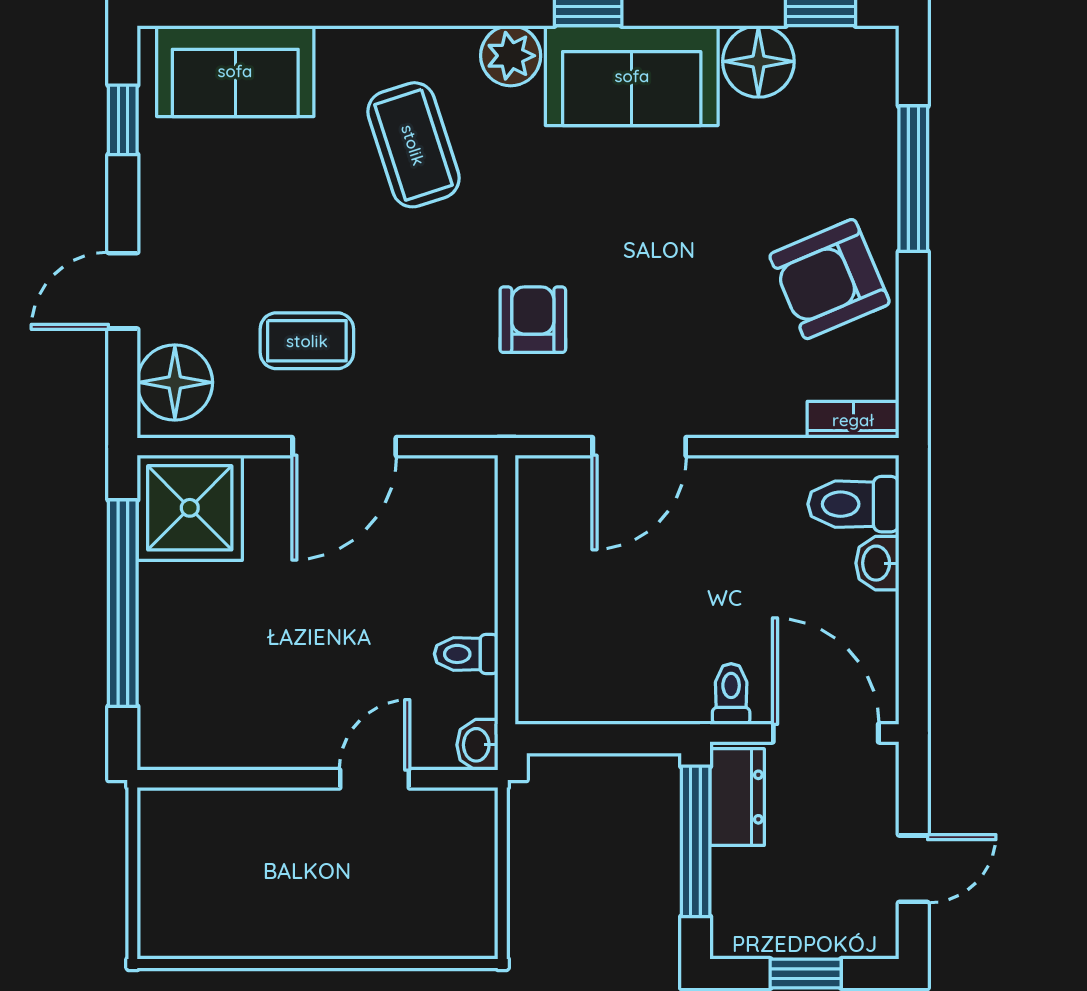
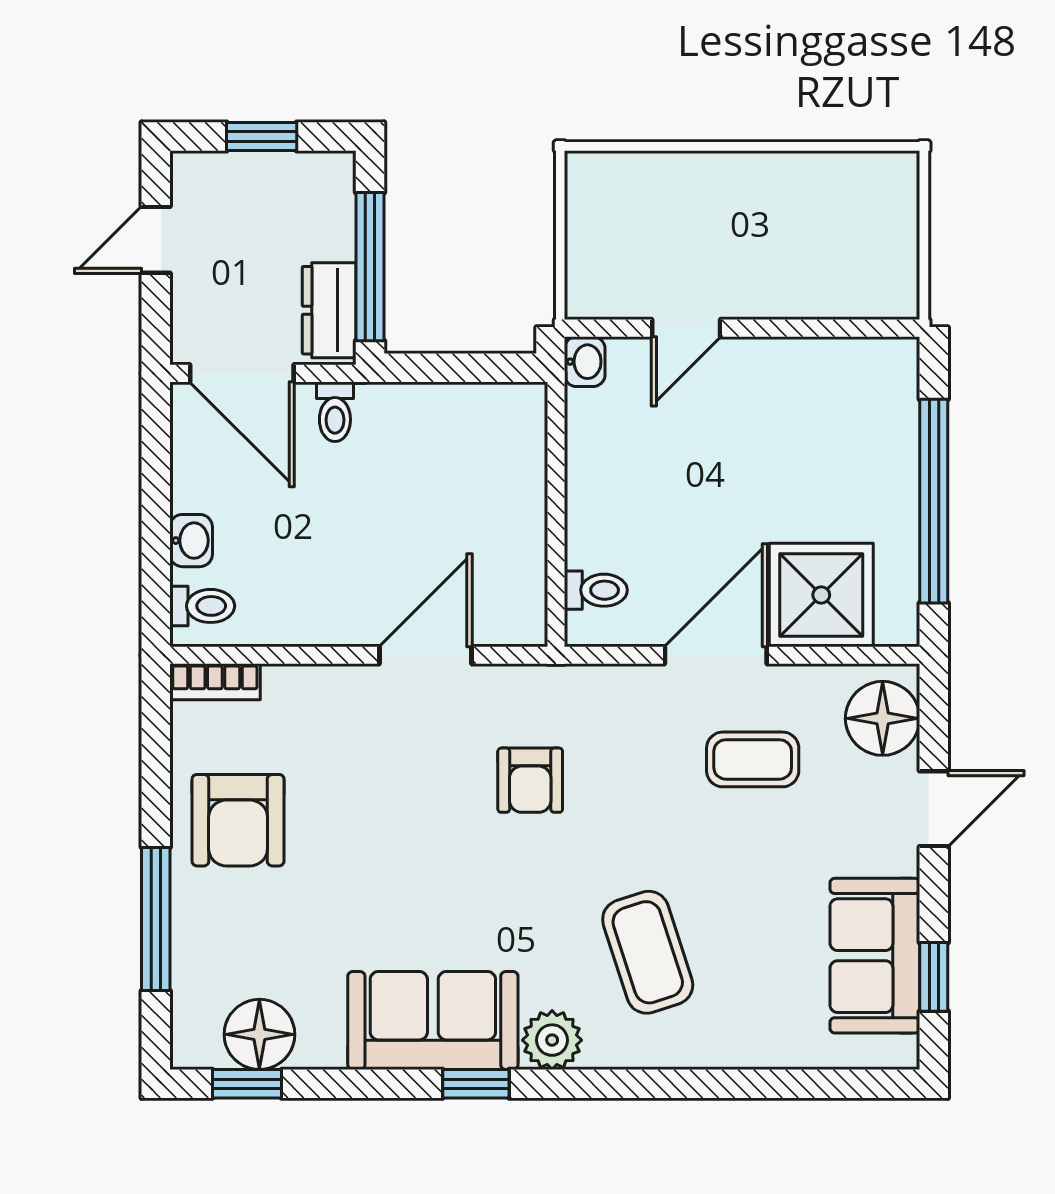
floor lamp: (758, 61) -> (259, 1034), moved
sofa: (235, 71) -> (875, 956), moved, turned -90
armchair: (830, 279) -> (238, 820), turned 113
toilet: (853, 504) -> (202, 606), width x0.73, depth x0.72
shower: (190, 508) -> (821, 595), moved
toilet: (466, 654) -> (596, 590), moved

